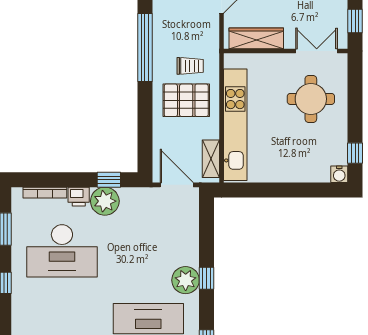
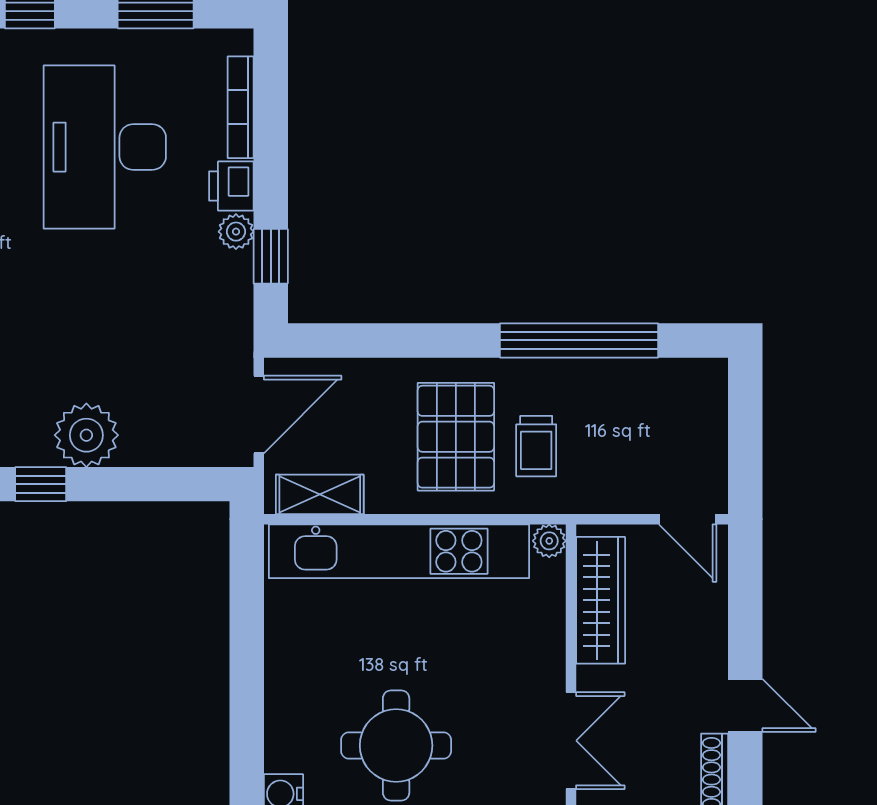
plant: (231, 60) -> (549, 541), added
round table: (311, 99) -> (396, 746), moved
plant: (105, 201) -> (236, 232), width x0.53, depth x0.53
plant: (186, 280) -> (86, 435), moved

